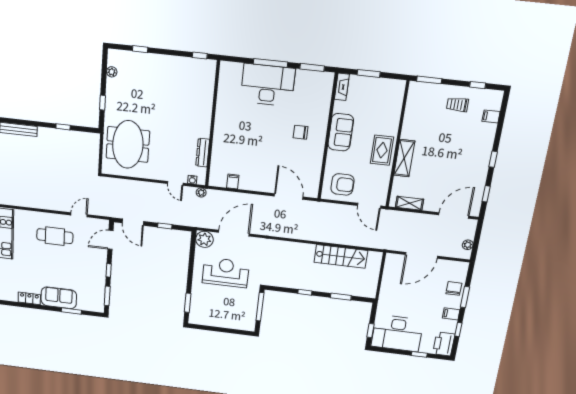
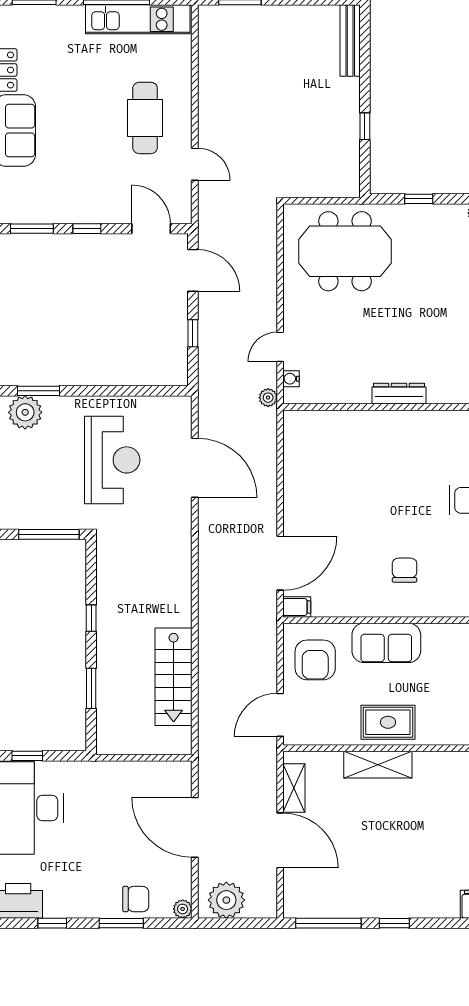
sofa: (341, 132) -> (386, 643), moved
dresser: (203, 153) -> (399, 394), moved
filing cabinet: (233, 181) -> (297, 607), moved
window: (486, 194) -> (328, 923), width x2.17
door: (454, 215) -> (280, 840), moved
door: (133, 222) -> (193, 270), swing flipped
plant: (204, 239) -> (25, 412), moved
plant: (468, 245) -> (226, 900), width x1.88, depth x1.88
plant: (464, 266) -> (183, 909), added
filing cabinet: (451, 314) -> (83, 903), removed

